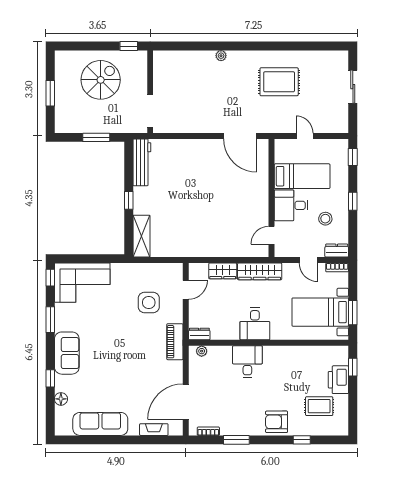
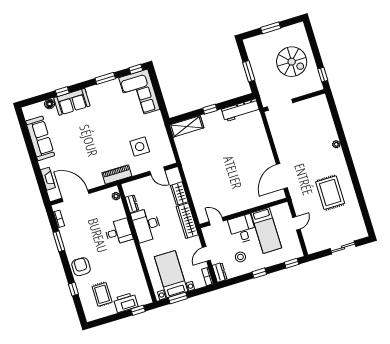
desk: (255, 324) -> (146, 225), width x1.37
dresser: (199, 334) -> (132, 204), moved
sofa: (67, 353) -> (72, 102), moved

